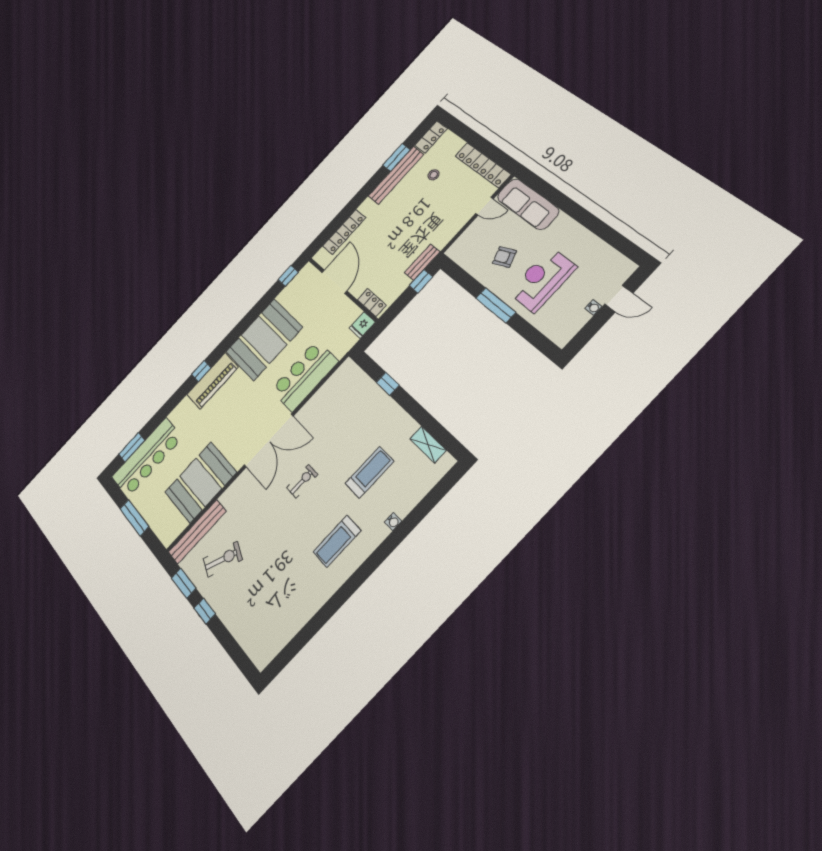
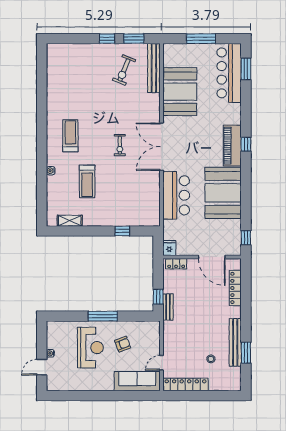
locker: (431, 137) -> (235, 379), removed

